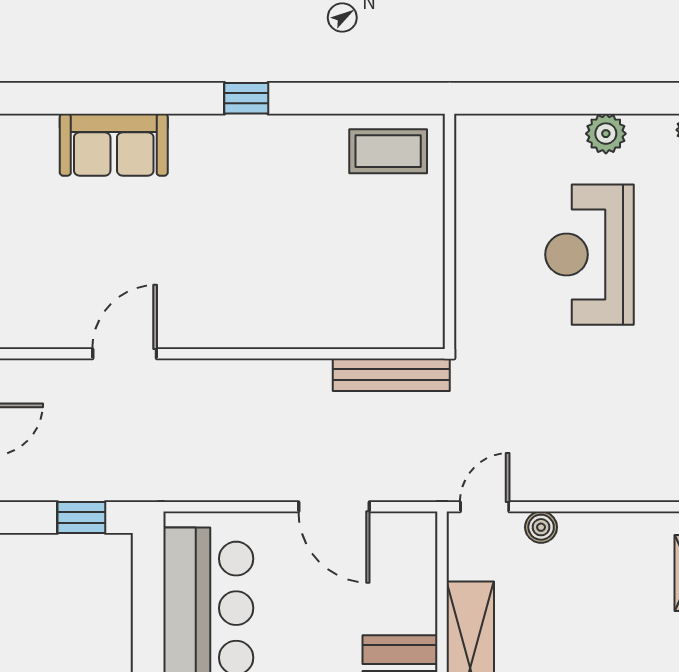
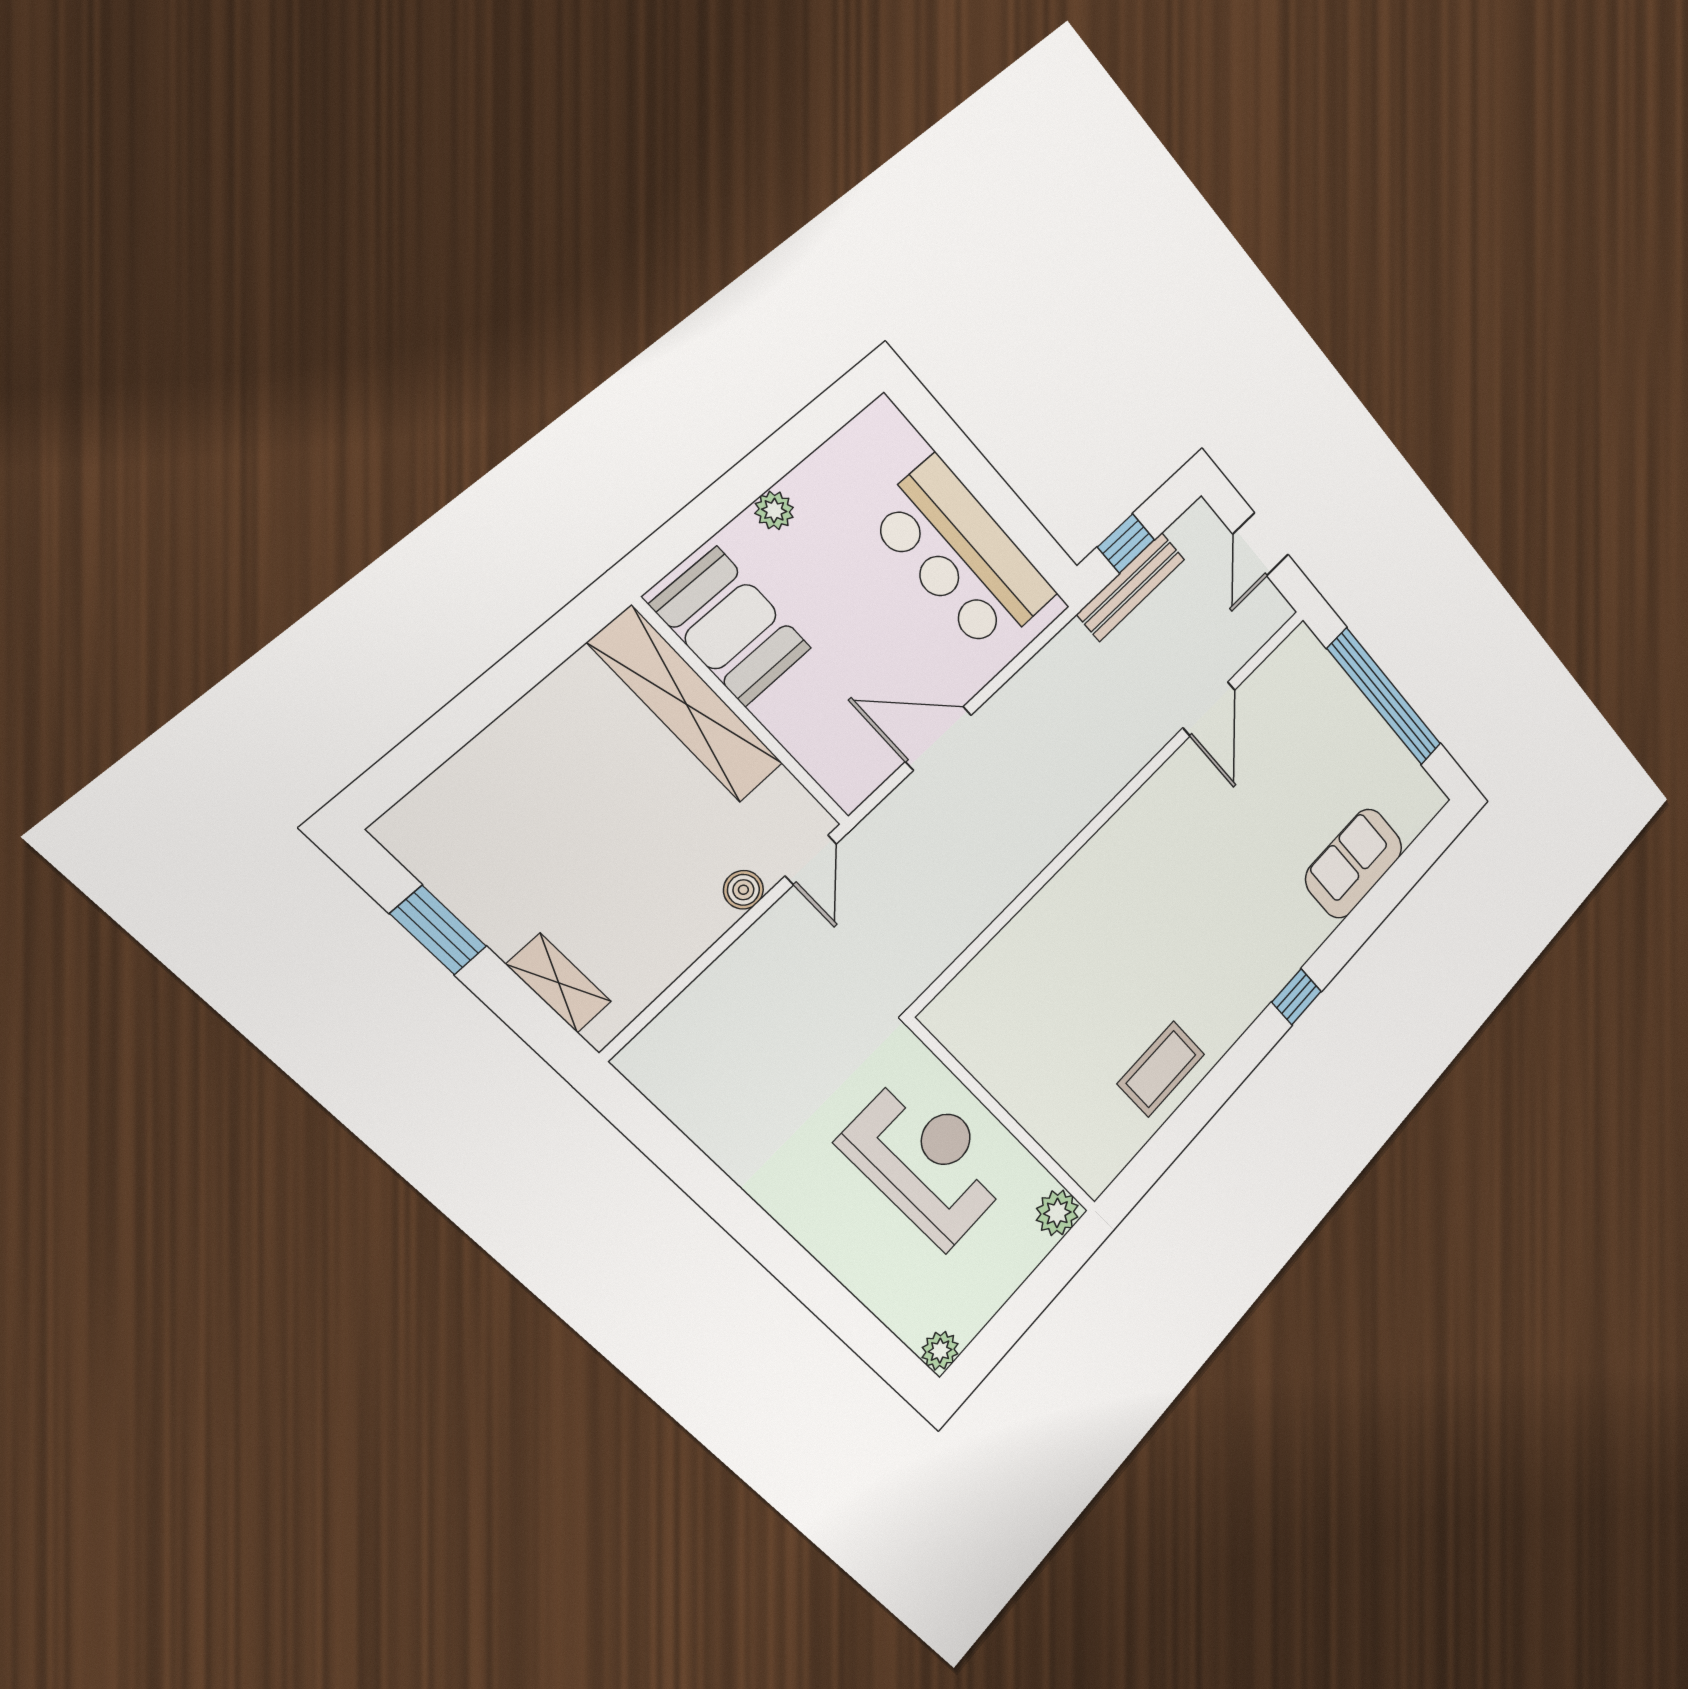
plant: (606, 134) -> (1057, 1213), moved
wall: (450, 231) -> (1003, 1116), moved
bench: (391, 375) -> (1131, 587), moved

